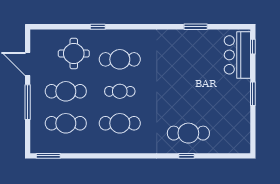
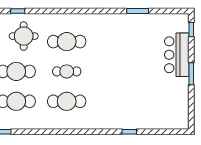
window: (98, 27) -> (18, 11), moved
bar counter: (237, 55) -> (177, 55), moved
cafe table: (188, 133) -> (131, 110), removed

